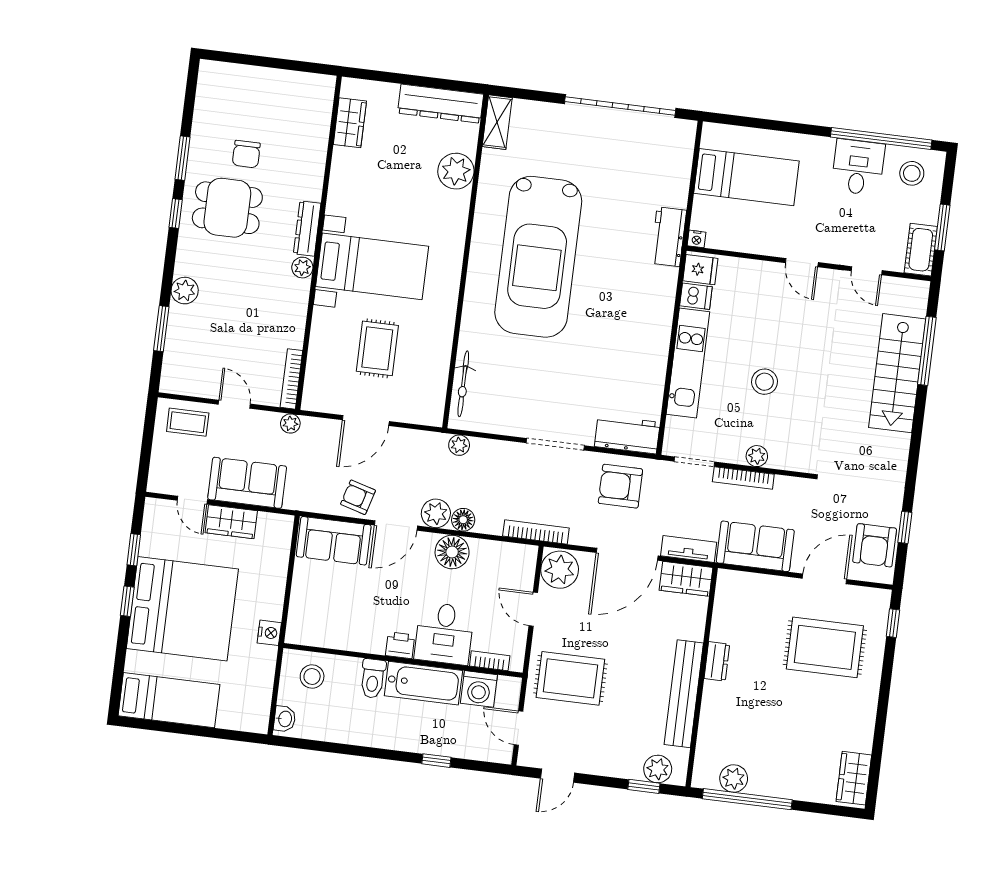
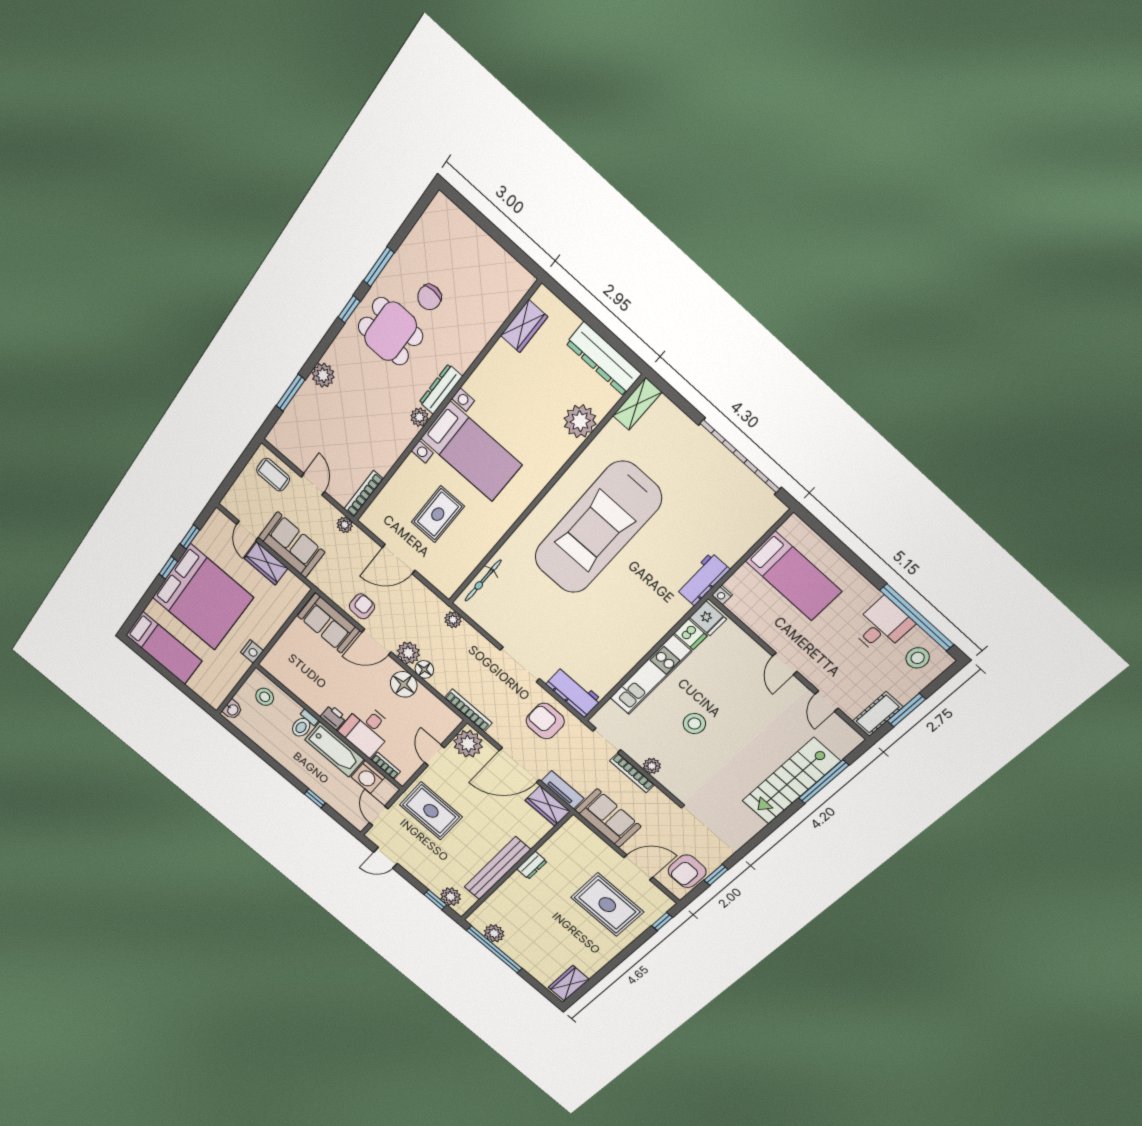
armchair: (358, 497) -> (362, 606), turned 74

